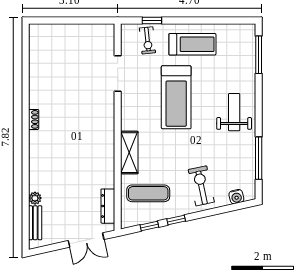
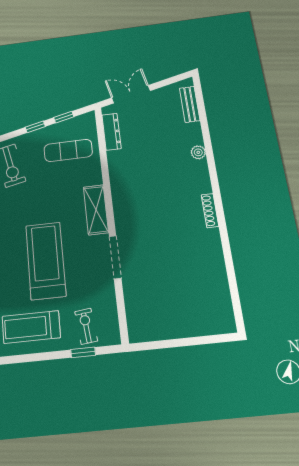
doorway: (118, 74) -> (115, 257), moved
shoe rack: (34, 119) -> (210, 211), width x1.43
shelving: (129, 153) -> (96, 210), moved
plant: (35, 198) -> (198, 152), moved

